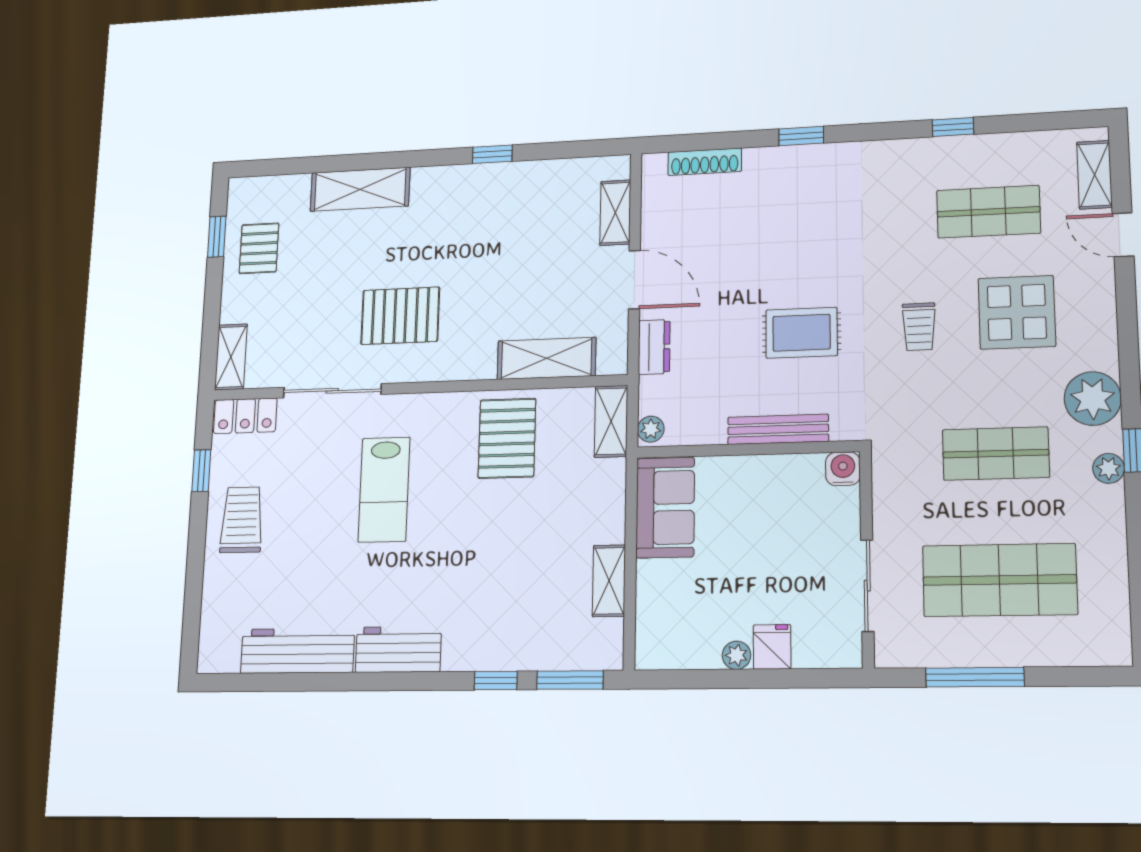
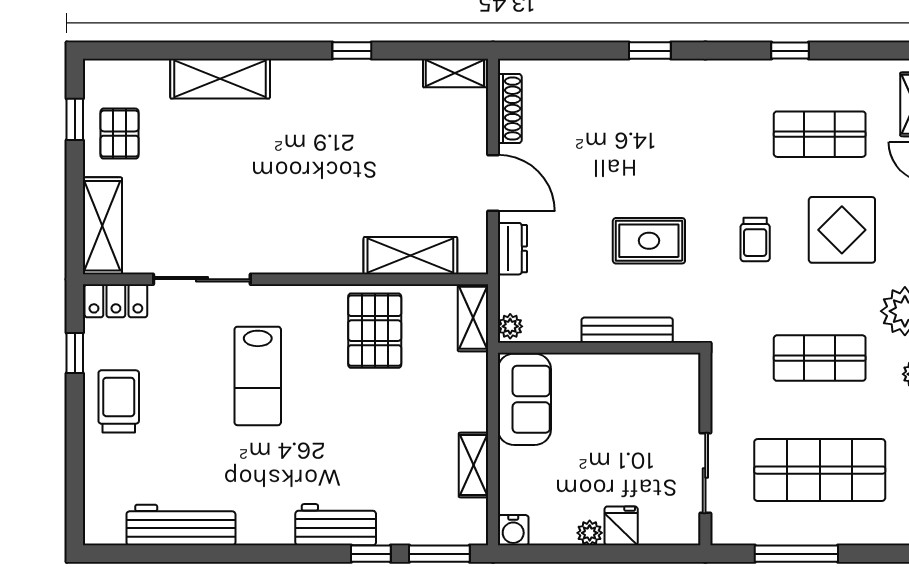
shoe rack: (705, 162) -> (510, 109), moved, turned -90
shelving: (615, 213) -> (455, 73), moved, turned 90
pallet: (400, 316) -> (266, 208), removed
shelving: (231, 357) -> (102, 226), width x1.50, depth x1.33
water cooler: (843, 469) -> (513, 530), moved, turned 180
workbench: (398, 649) -> (336, 525), moved

